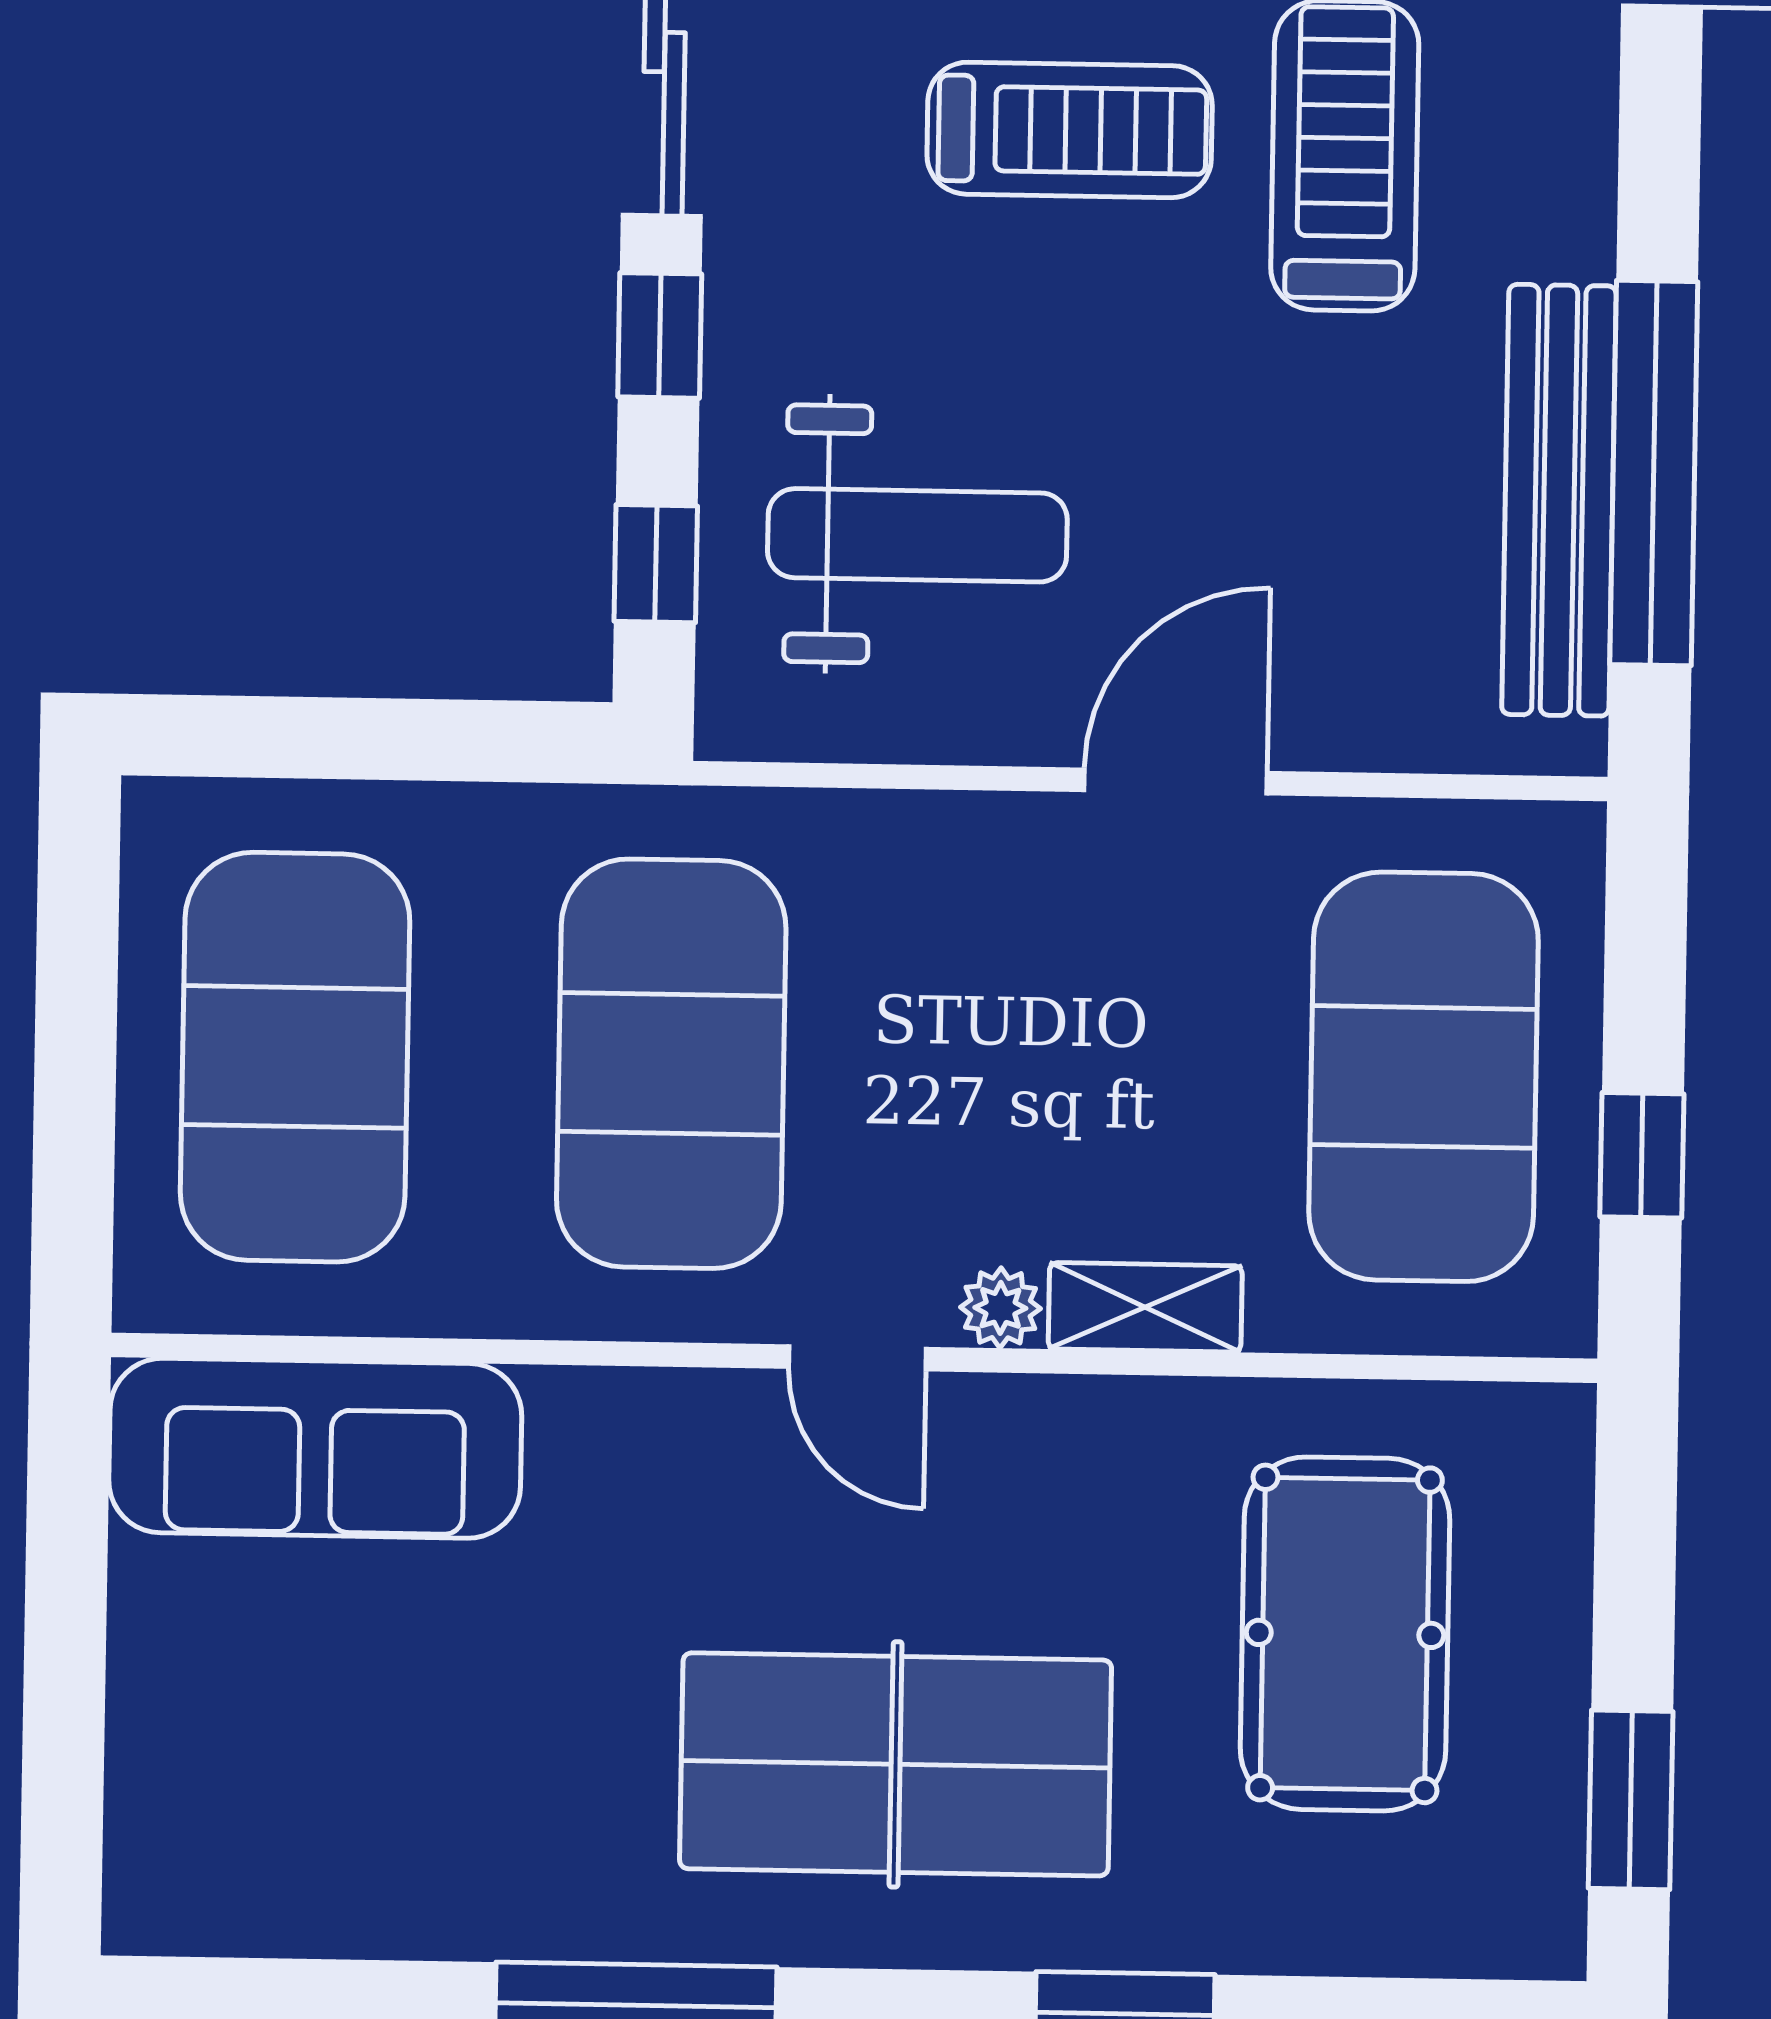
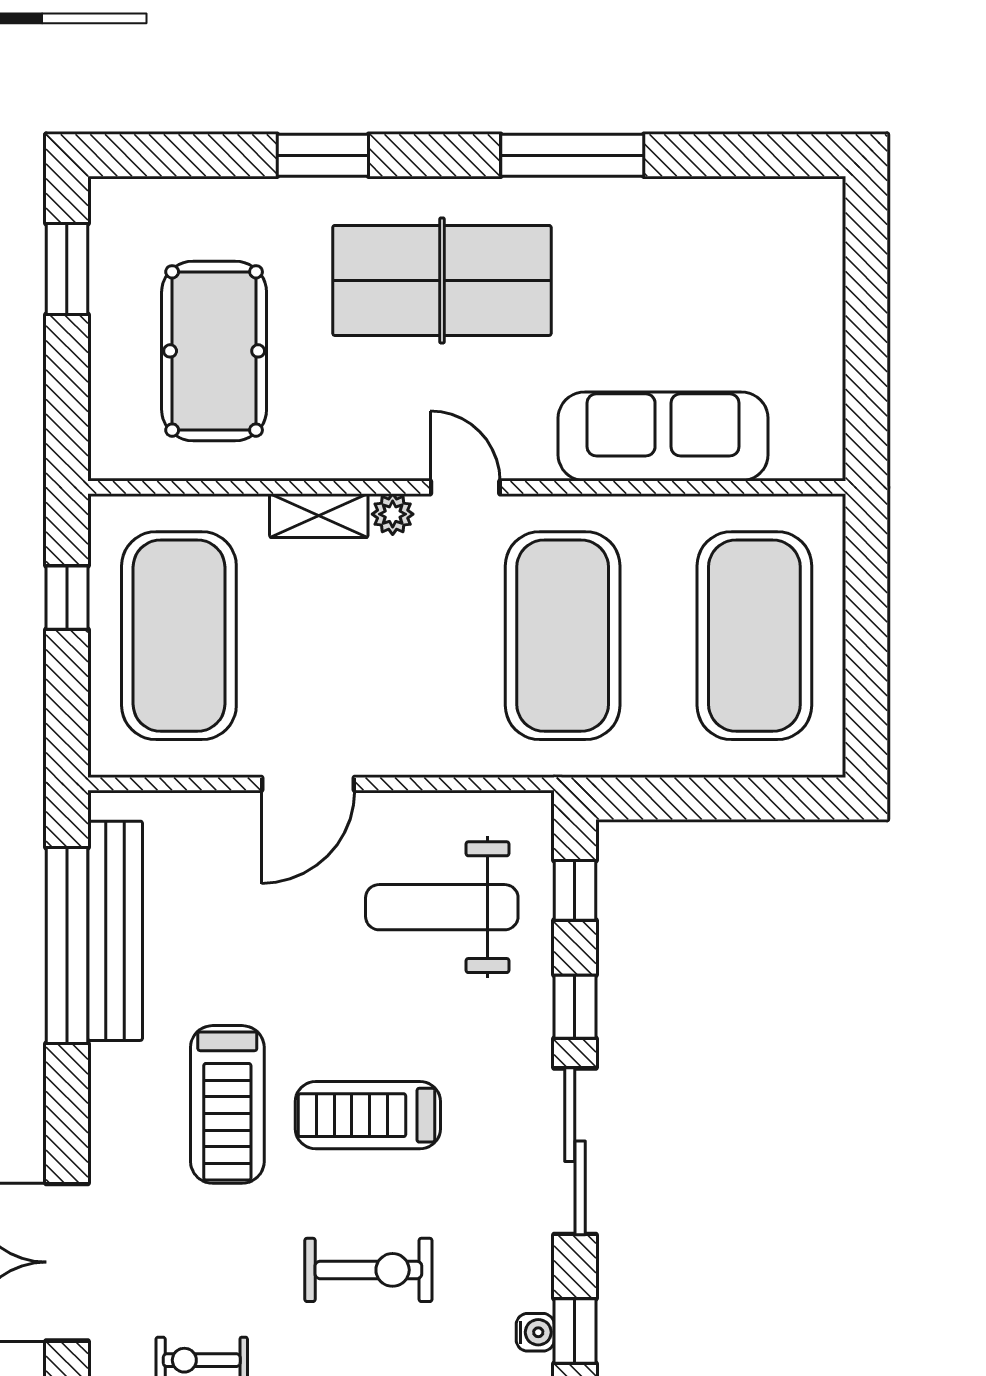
sofa: (315, 1448) -> (663, 436), moved

